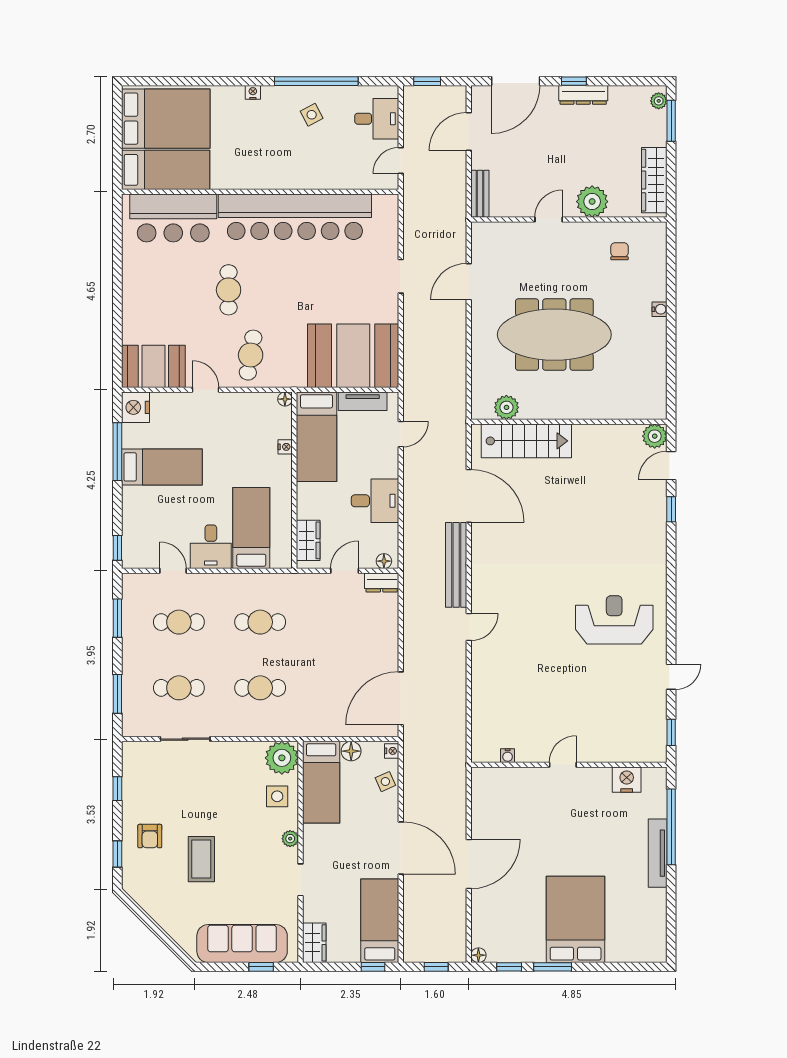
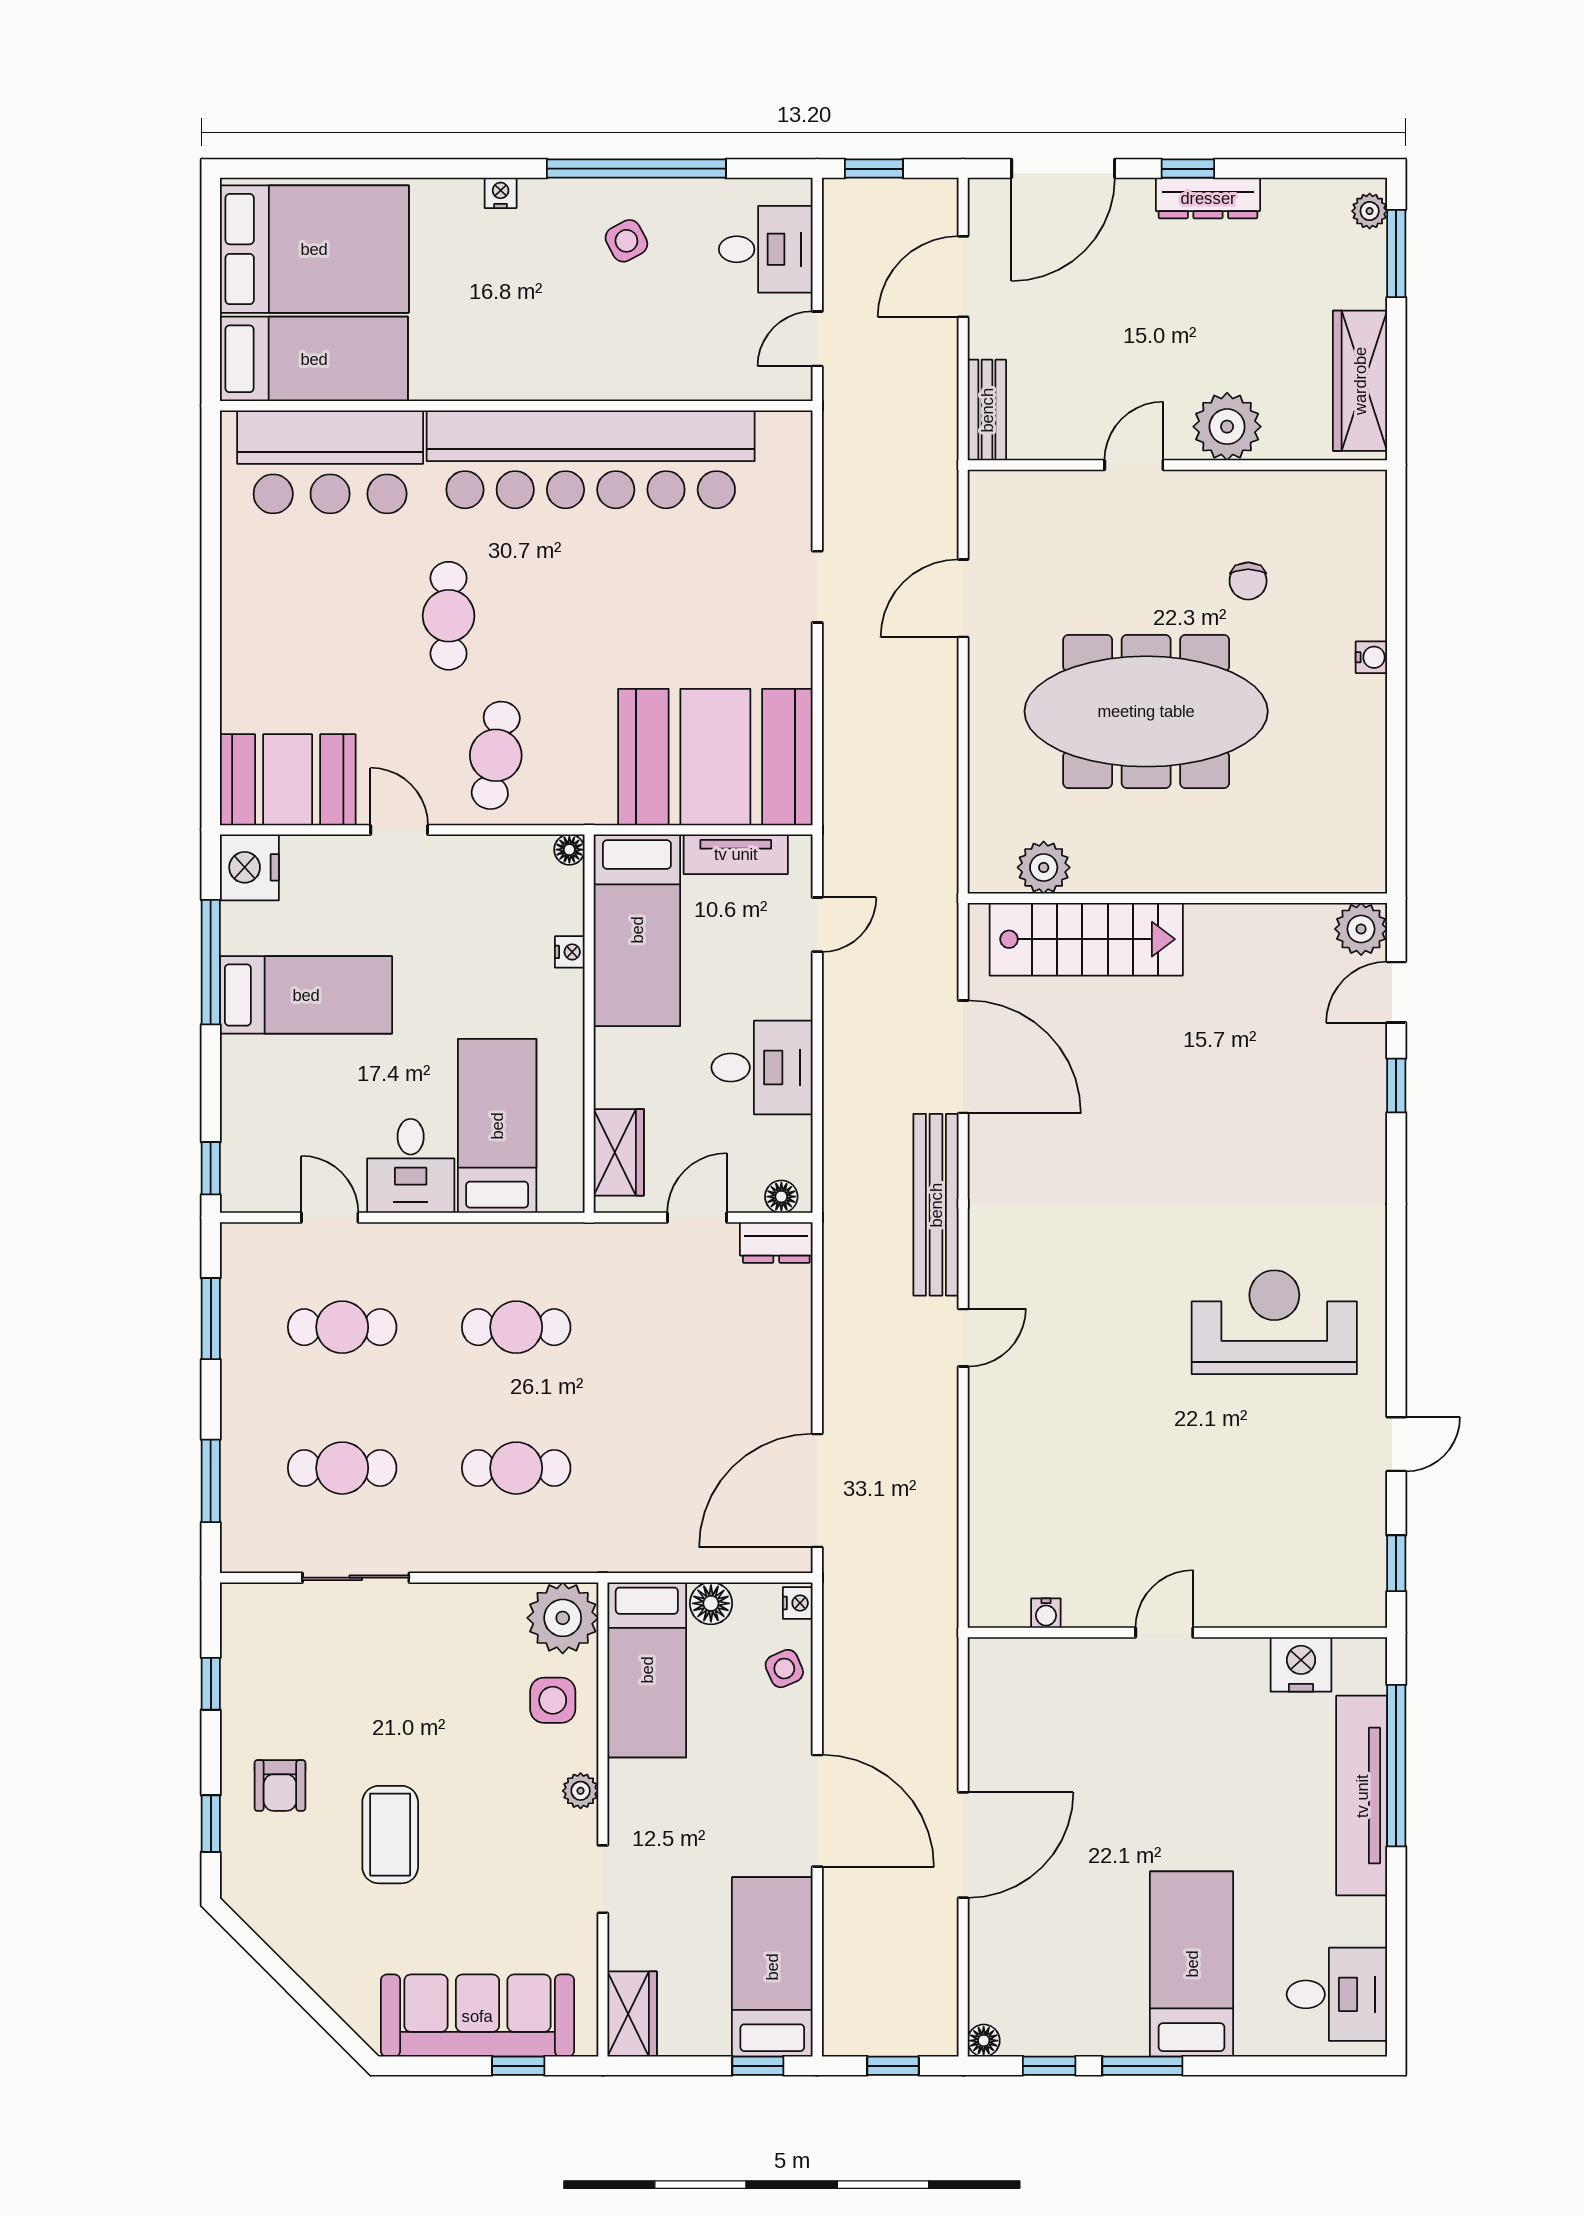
chair: (620, 251) -> (1248, 581), moved, turned 180
tv unit: (658, 853) -> (1362, 1796), width x1.36, depth x1.29
bed: (576, 919) -> (1192, 1964), width x0.67
desk: (643, 934) -> (1337, 1994), added

